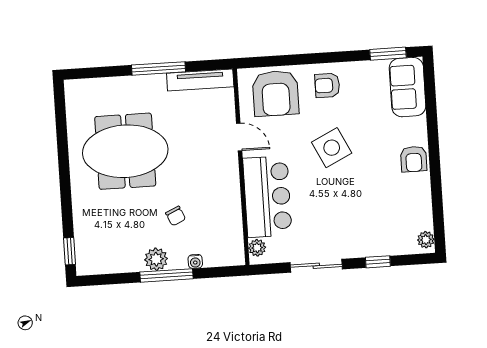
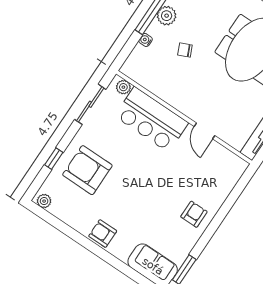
armchair: (276, 93) -> (87, 170), moved
door: (239, 137) -> (204, 131), hinge flipped
side table: (332, 148) -> (151, 186), removed
sliding door: (316, 266) -> (90, 104), moved

